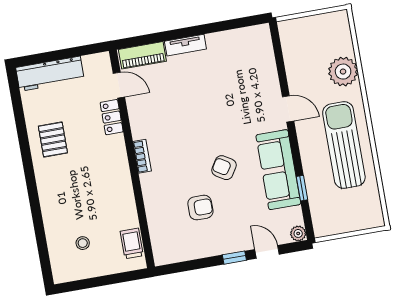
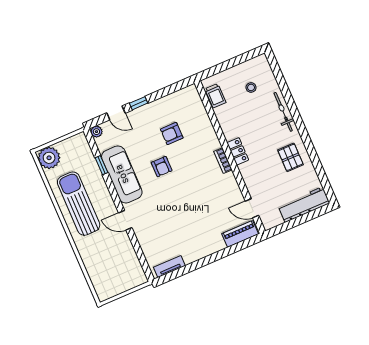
tv unit: (185, 45) -> (169, 267), moved
plant: (343, 72) -> (49, 158), moved
locker: (112, 117) -> (238, 151), moved
sun lounger: (344, 145) -> (79, 204), turned 180
armchair: (224, 168) -> (162, 167), turned 58
bicycle: (48, 201) -> (283, 112), added

